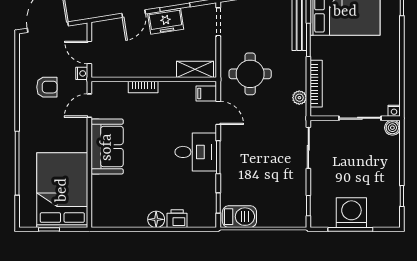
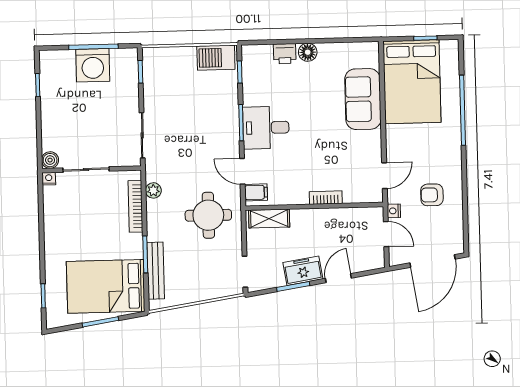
sofa: (107, 147) -> (363, 99), moved

